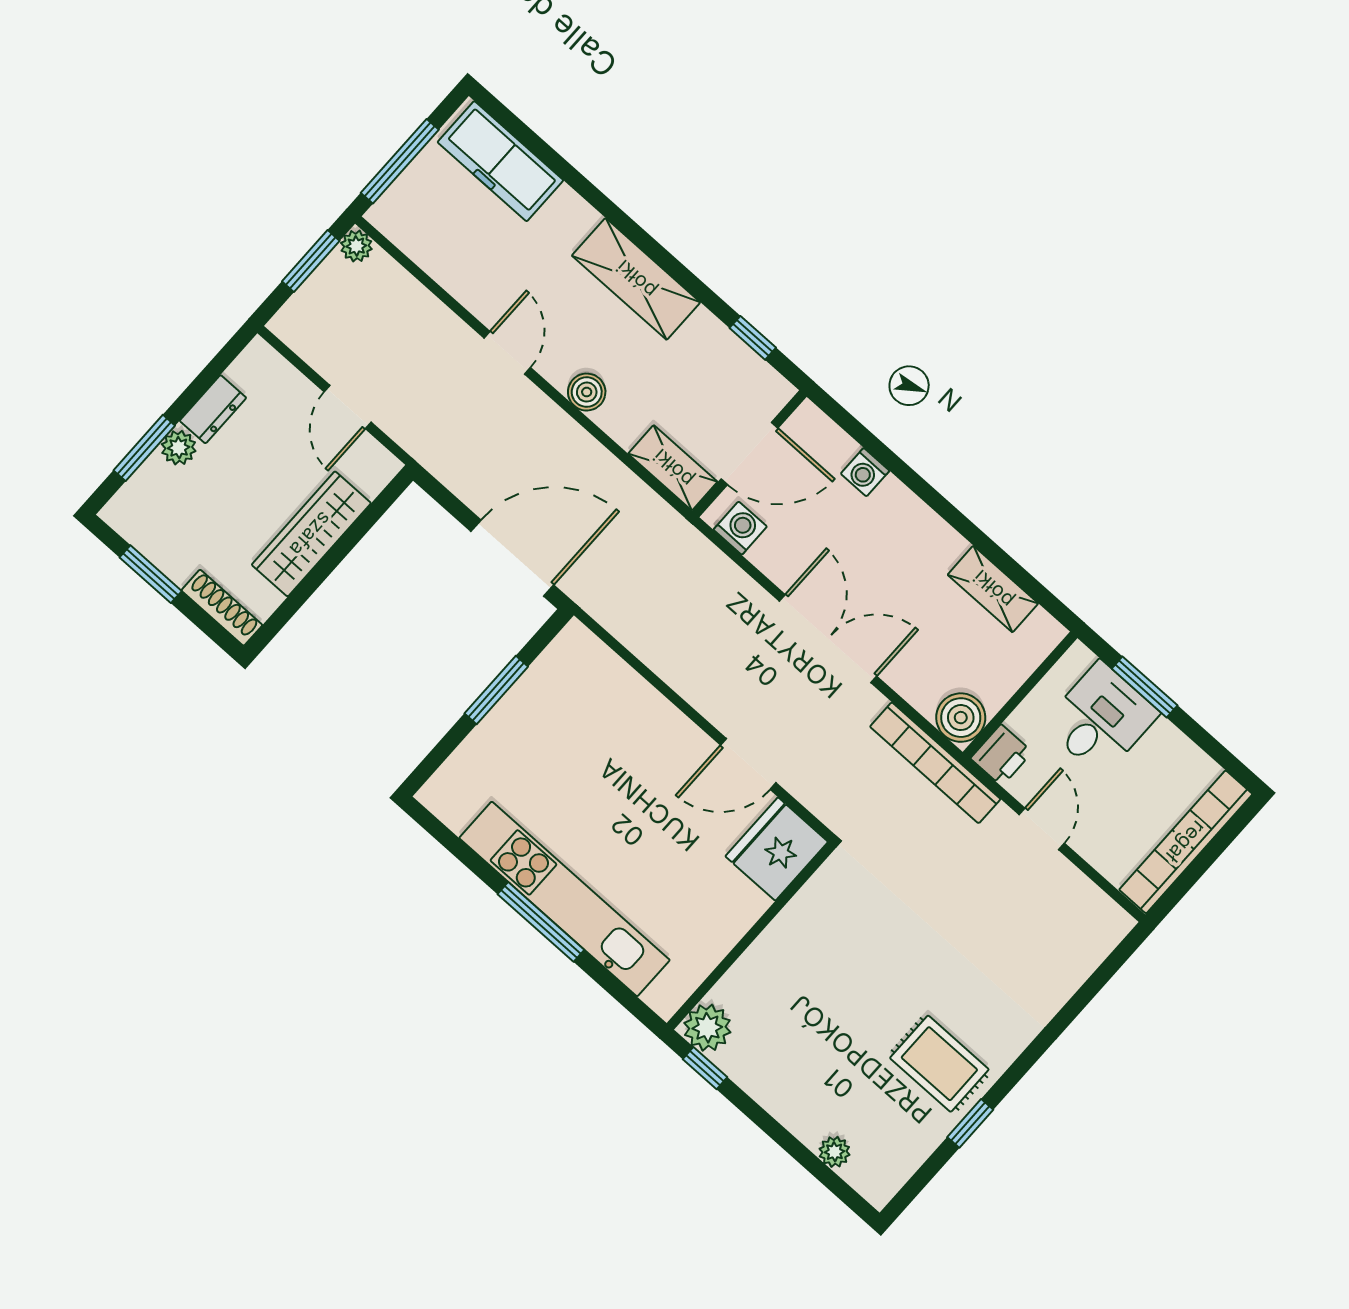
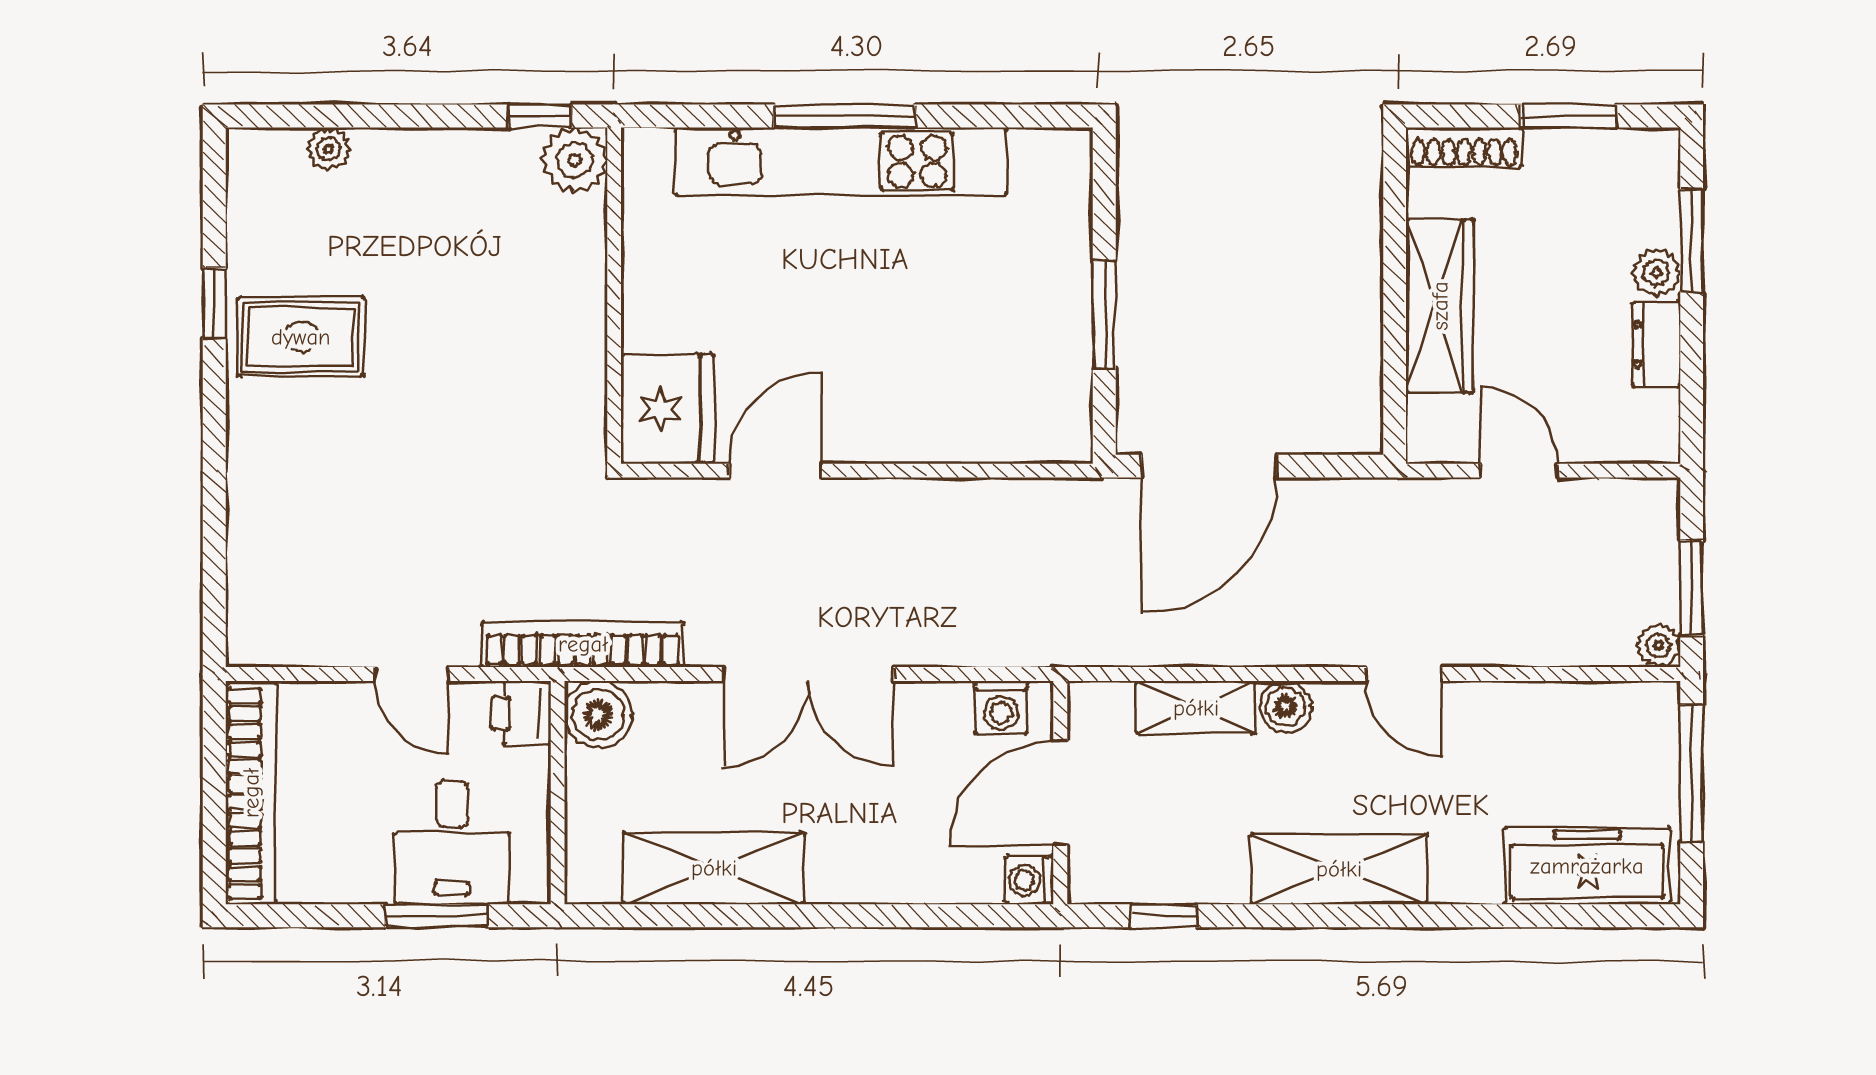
shelving: (673, 468) -> (1196, 708), moved
washing machine: (865, 472) -> (1029, 880), moved, turned -90
shelving: (993, 589) -> (714, 868), width x1.50, depth x1.33

